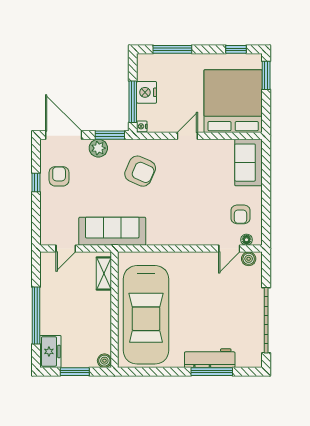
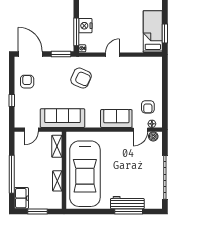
window: (266, 75) -> (165, 33), moved
bed: (233, 101) -> (153, 32), width x0.49
plant: (98, 148) -> (53, 63), removed
sofa: (249, 163) -> (116, 118), moved, turned 90
window: (36, 182) -> (12, 100), moved
shelving: (104, 326) -> (57, 181), added
boiler: (104, 361) -> (57, 204), removed

